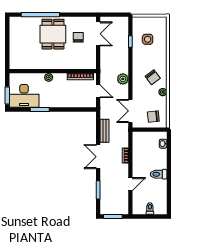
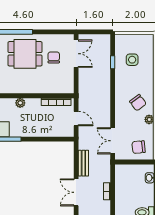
dining table: (53, 34) -> (25, 54), turned 90
plant: (123, 79) -> (104, 105), removed

